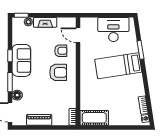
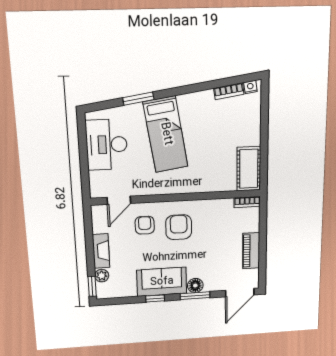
floor lamp: (17, 95) -> (195, 285), moved

